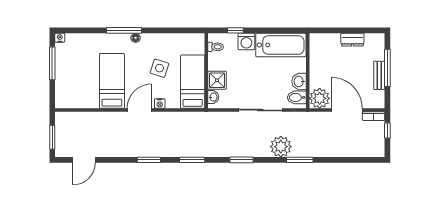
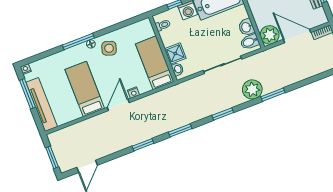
side table: (160, 68) -> (109, 48), moved
tv unit: (62, 80) -> (42, 104), added

